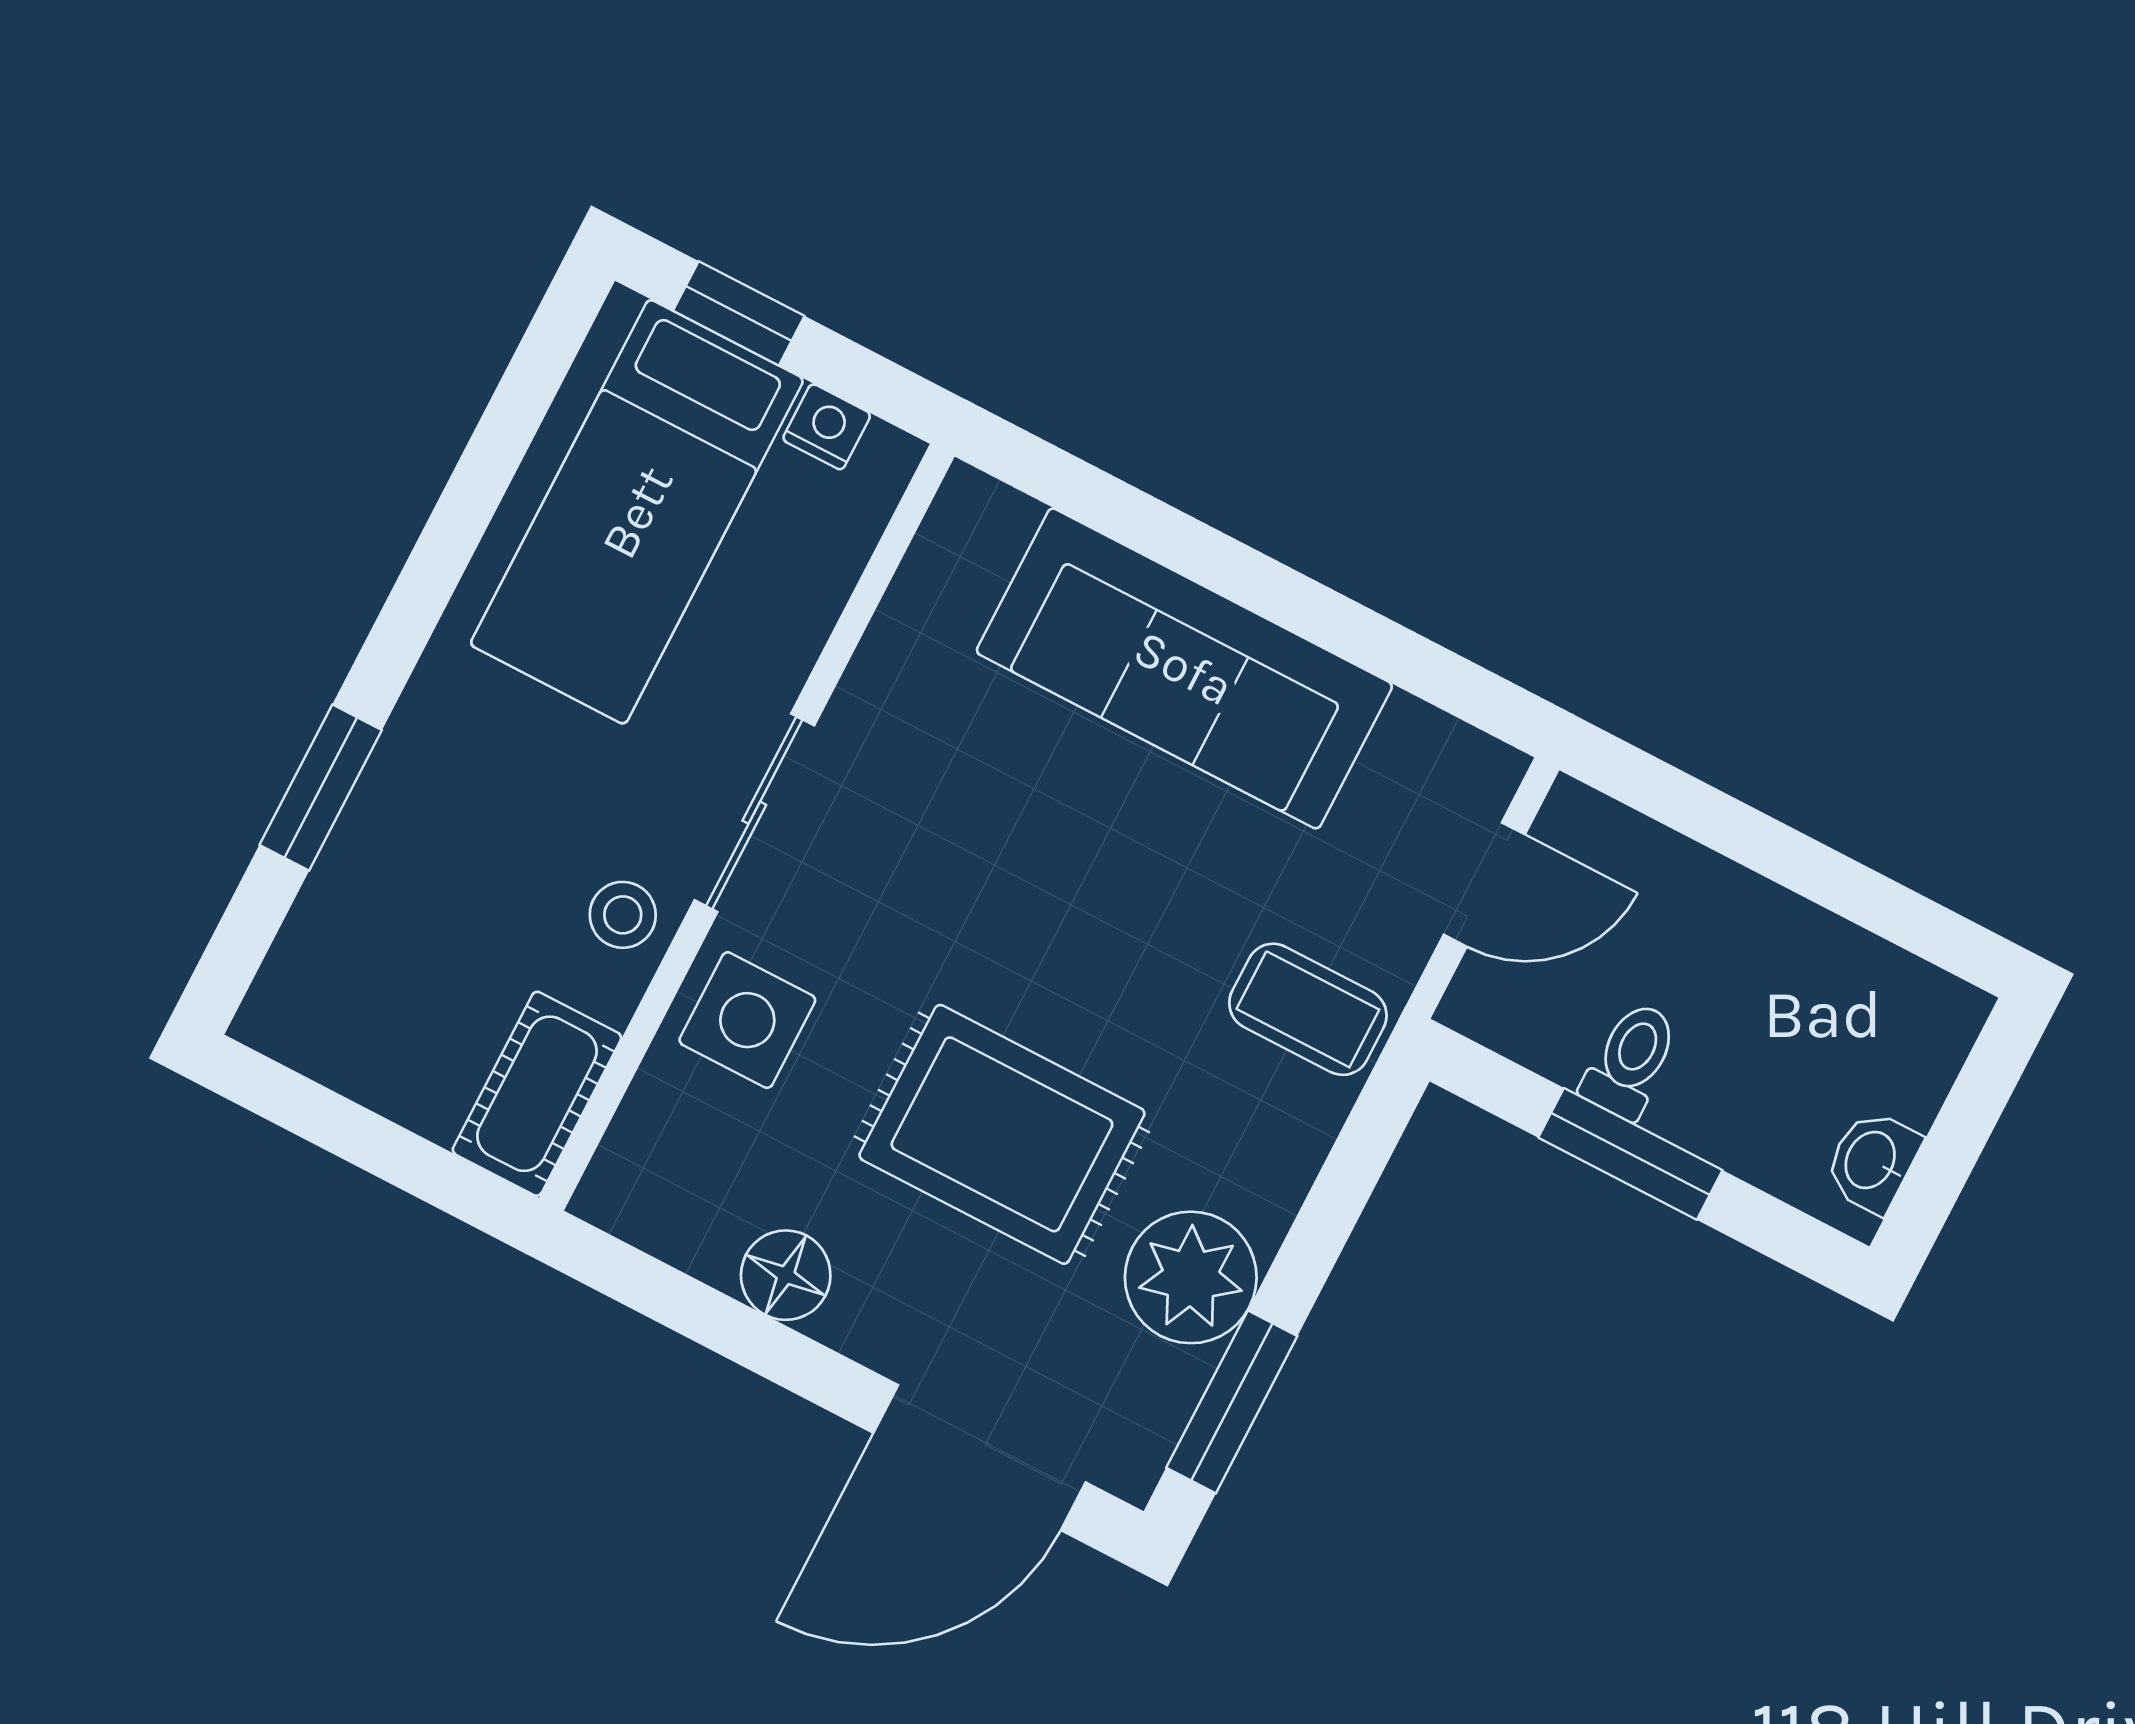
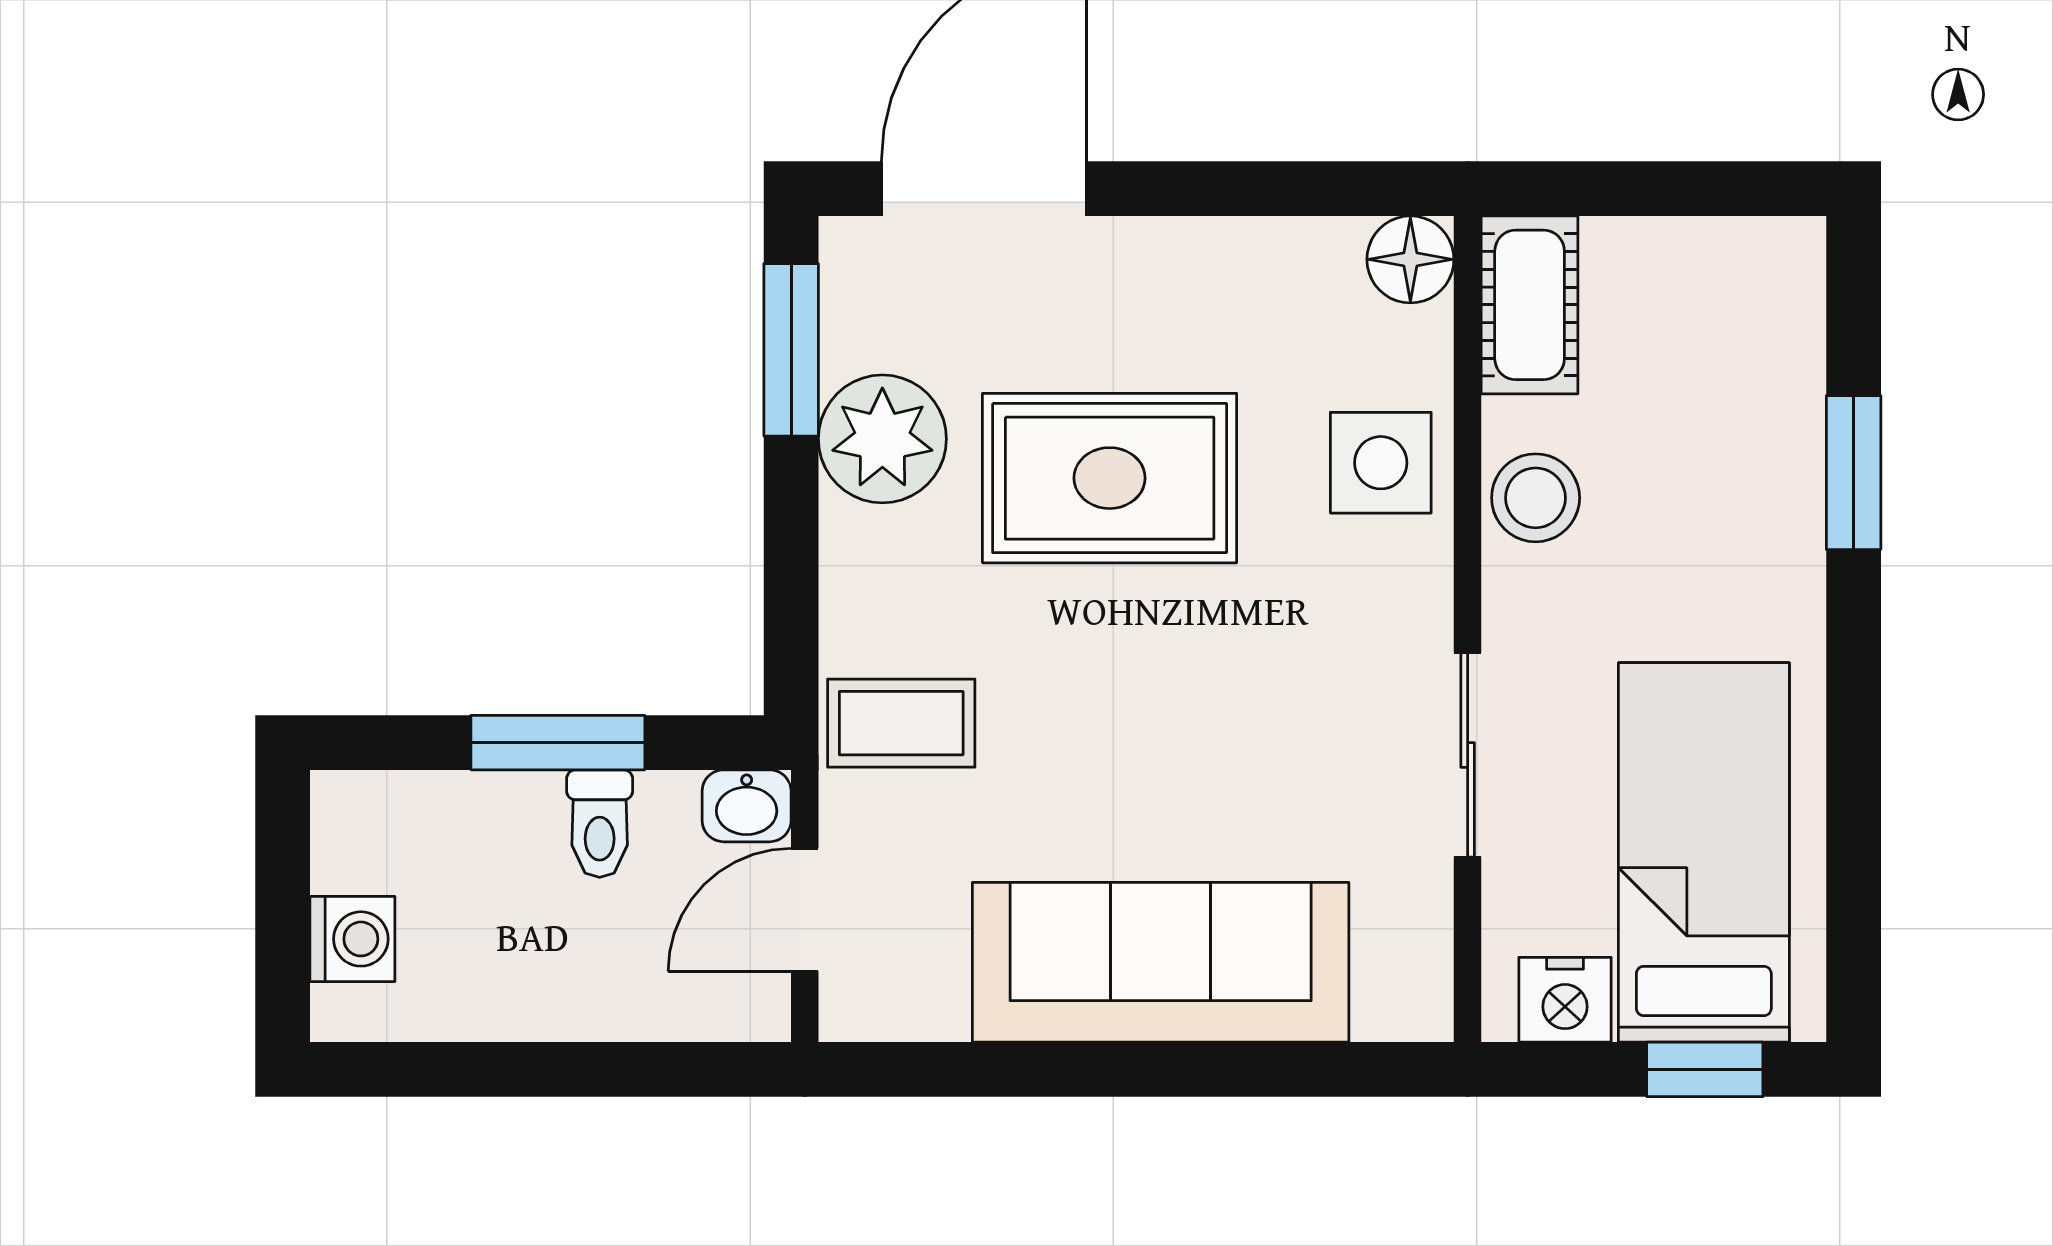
nightstand: (827, 427) -> (1565, 1000), width x1.39, depth x1.35
sliding door: (754, 813) -> (1468, 755), moved
stool: (623, 915) -> (1536, 498), width x1.37, depth x1.37
washing machine: (1911, 1072) -> (352, 939), added
washbasin: (1872, 1161) -> (747, 806), moved, turned 90
floor lamp: (786, 1275) -> (1410, 259), moved

